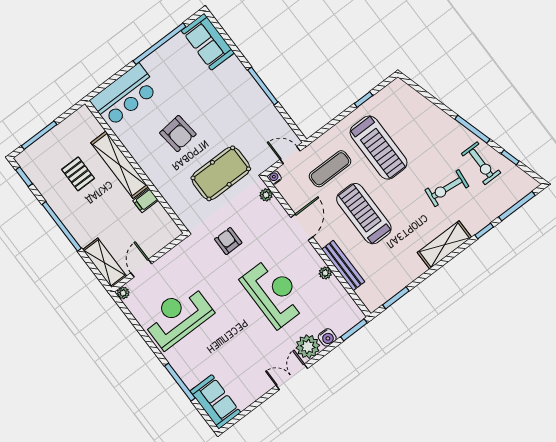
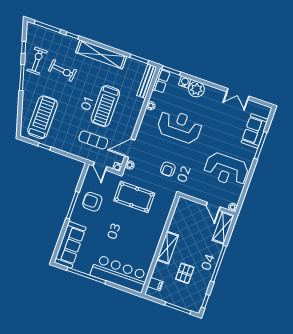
sofa: (208, 42) -> (70, 245), width x1.36
bar counter: (124, 95) -> (119, 274), width x1.36
armchair: (178, 134) -> (92, 202), moved, turned -84
treadmill: (379, 148) -> (43, 117), moved
shelving: (119, 165) -> (168, 248), width x0.68
filing cabinet: (146, 200) -> (155, 284), moved
door: (302, 227) -> (130, 148), moved
shelving: (444, 245) -> (101, 54), width x1.47
bench: (343, 265) -> (147, 81), moved
door: (141, 268) -> (213, 206), hinge flipped
reception desk: (274, 293) -> (180, 126), turned 90
row of seats: (349, 308) -> (161, 81), added
double door: (292, 377) -> (238, 94), moved
sofa: (215, 402) -> (255, 131), moved

